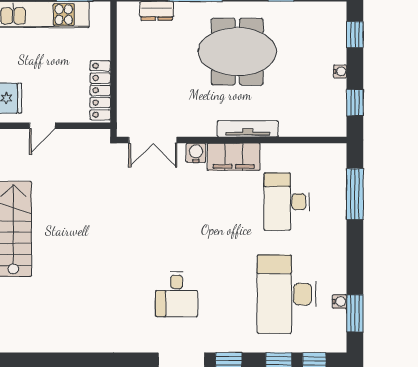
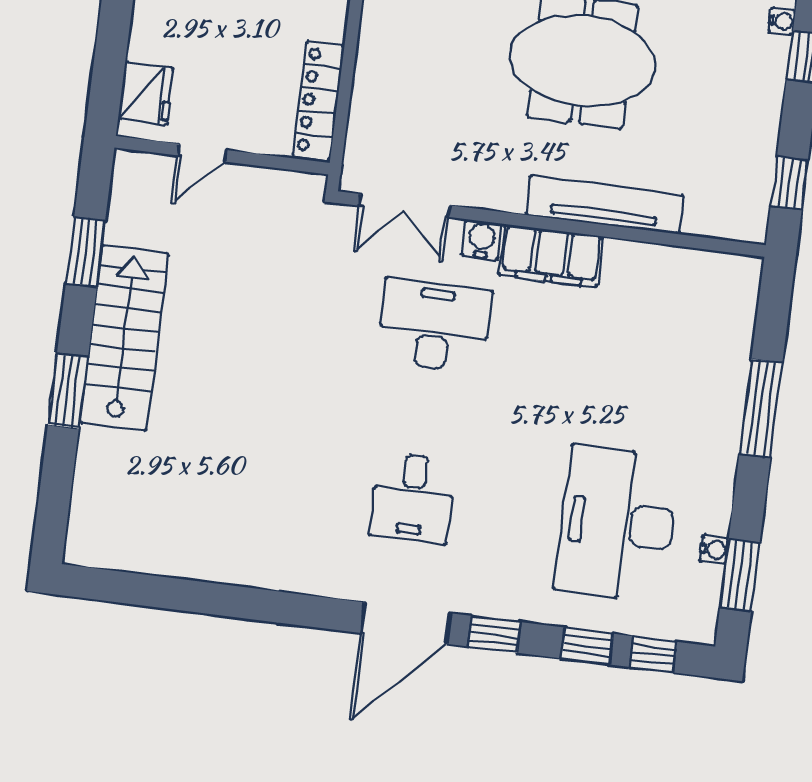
water cooler: (340, 71) -> (782, 21), moved
tv unit: (248, 129) -> (605, 205), width x1.36, depth x1.29
window: (355, 194) -> (761, 408), moved
desk: (287, 202) -> (434, 326), moved, turned 90

